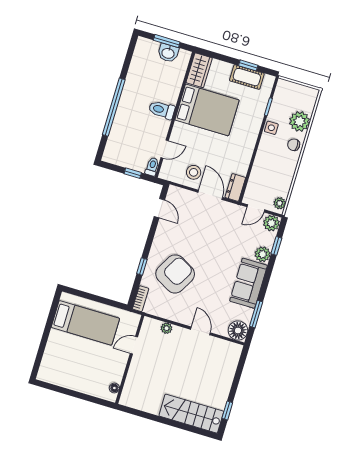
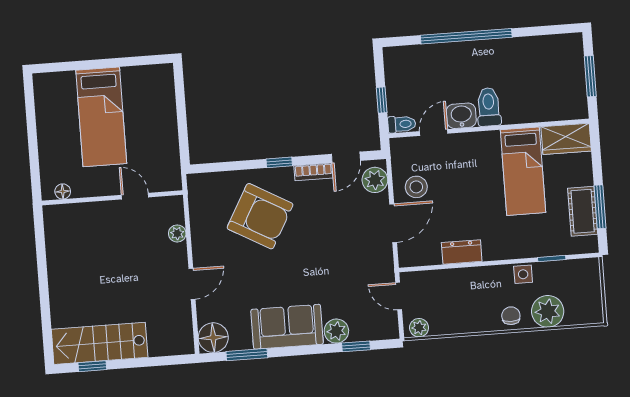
washbasin: (168, 53) -> (461, 116), moved, turned 90
window: (248, 65) -> (600, 207), width x1.50
bed: (207, 110) -> (523, 171), width x0.67
door: (165, 149) -> (434, 132), swing flipped
dresser: (235, 187) -> (462, 252), moved
plant: (271, 223) -> (375, 180), moved
window: (142, 267) -> (279, 162), moved
bookcase: (141, 299) -> (313, 172), moved
bed: (85, 323) -> (101, 117), moved
stairs: (191, 414) -> (100, 343), moved, turned -90

